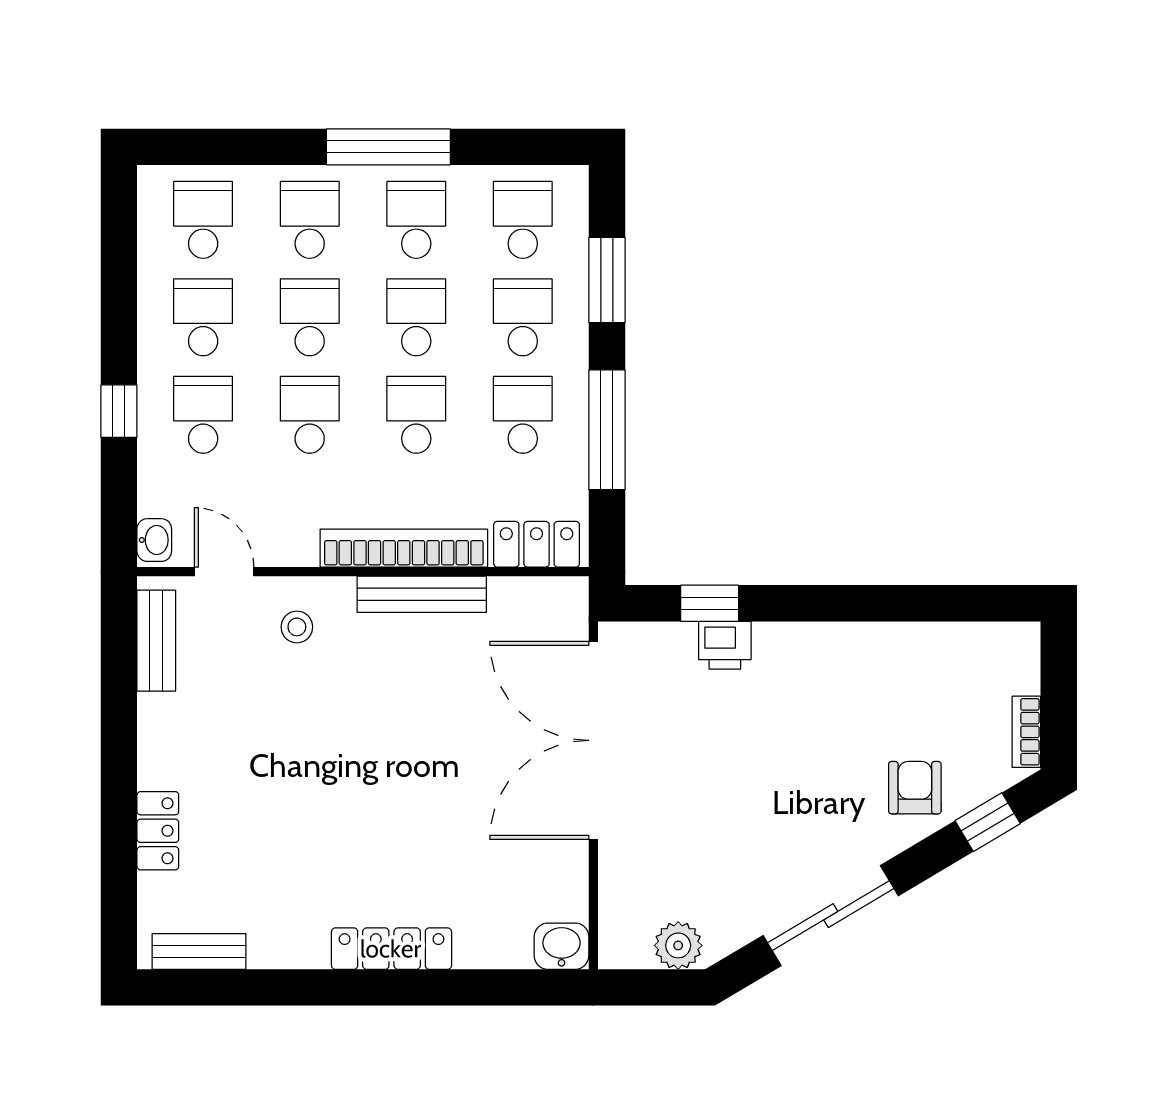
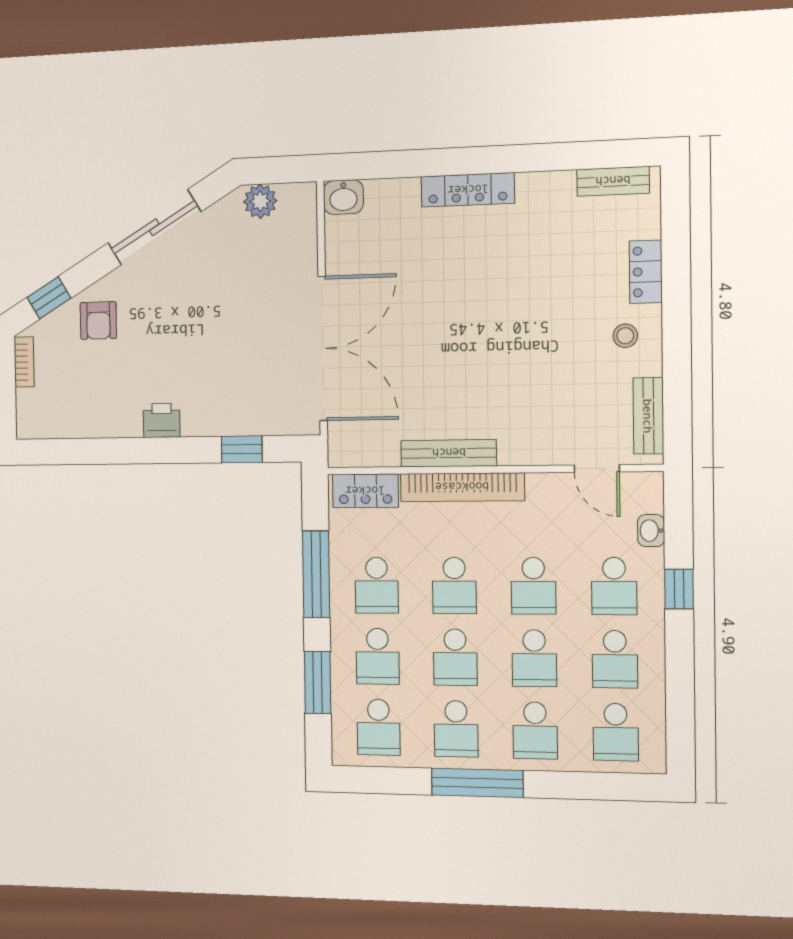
washbasin: (154, 540) -> (651, 531), moved
stool: (297, 627) -> (625, 336), moved
printer: (725, 645) -> (162, 420), moved

